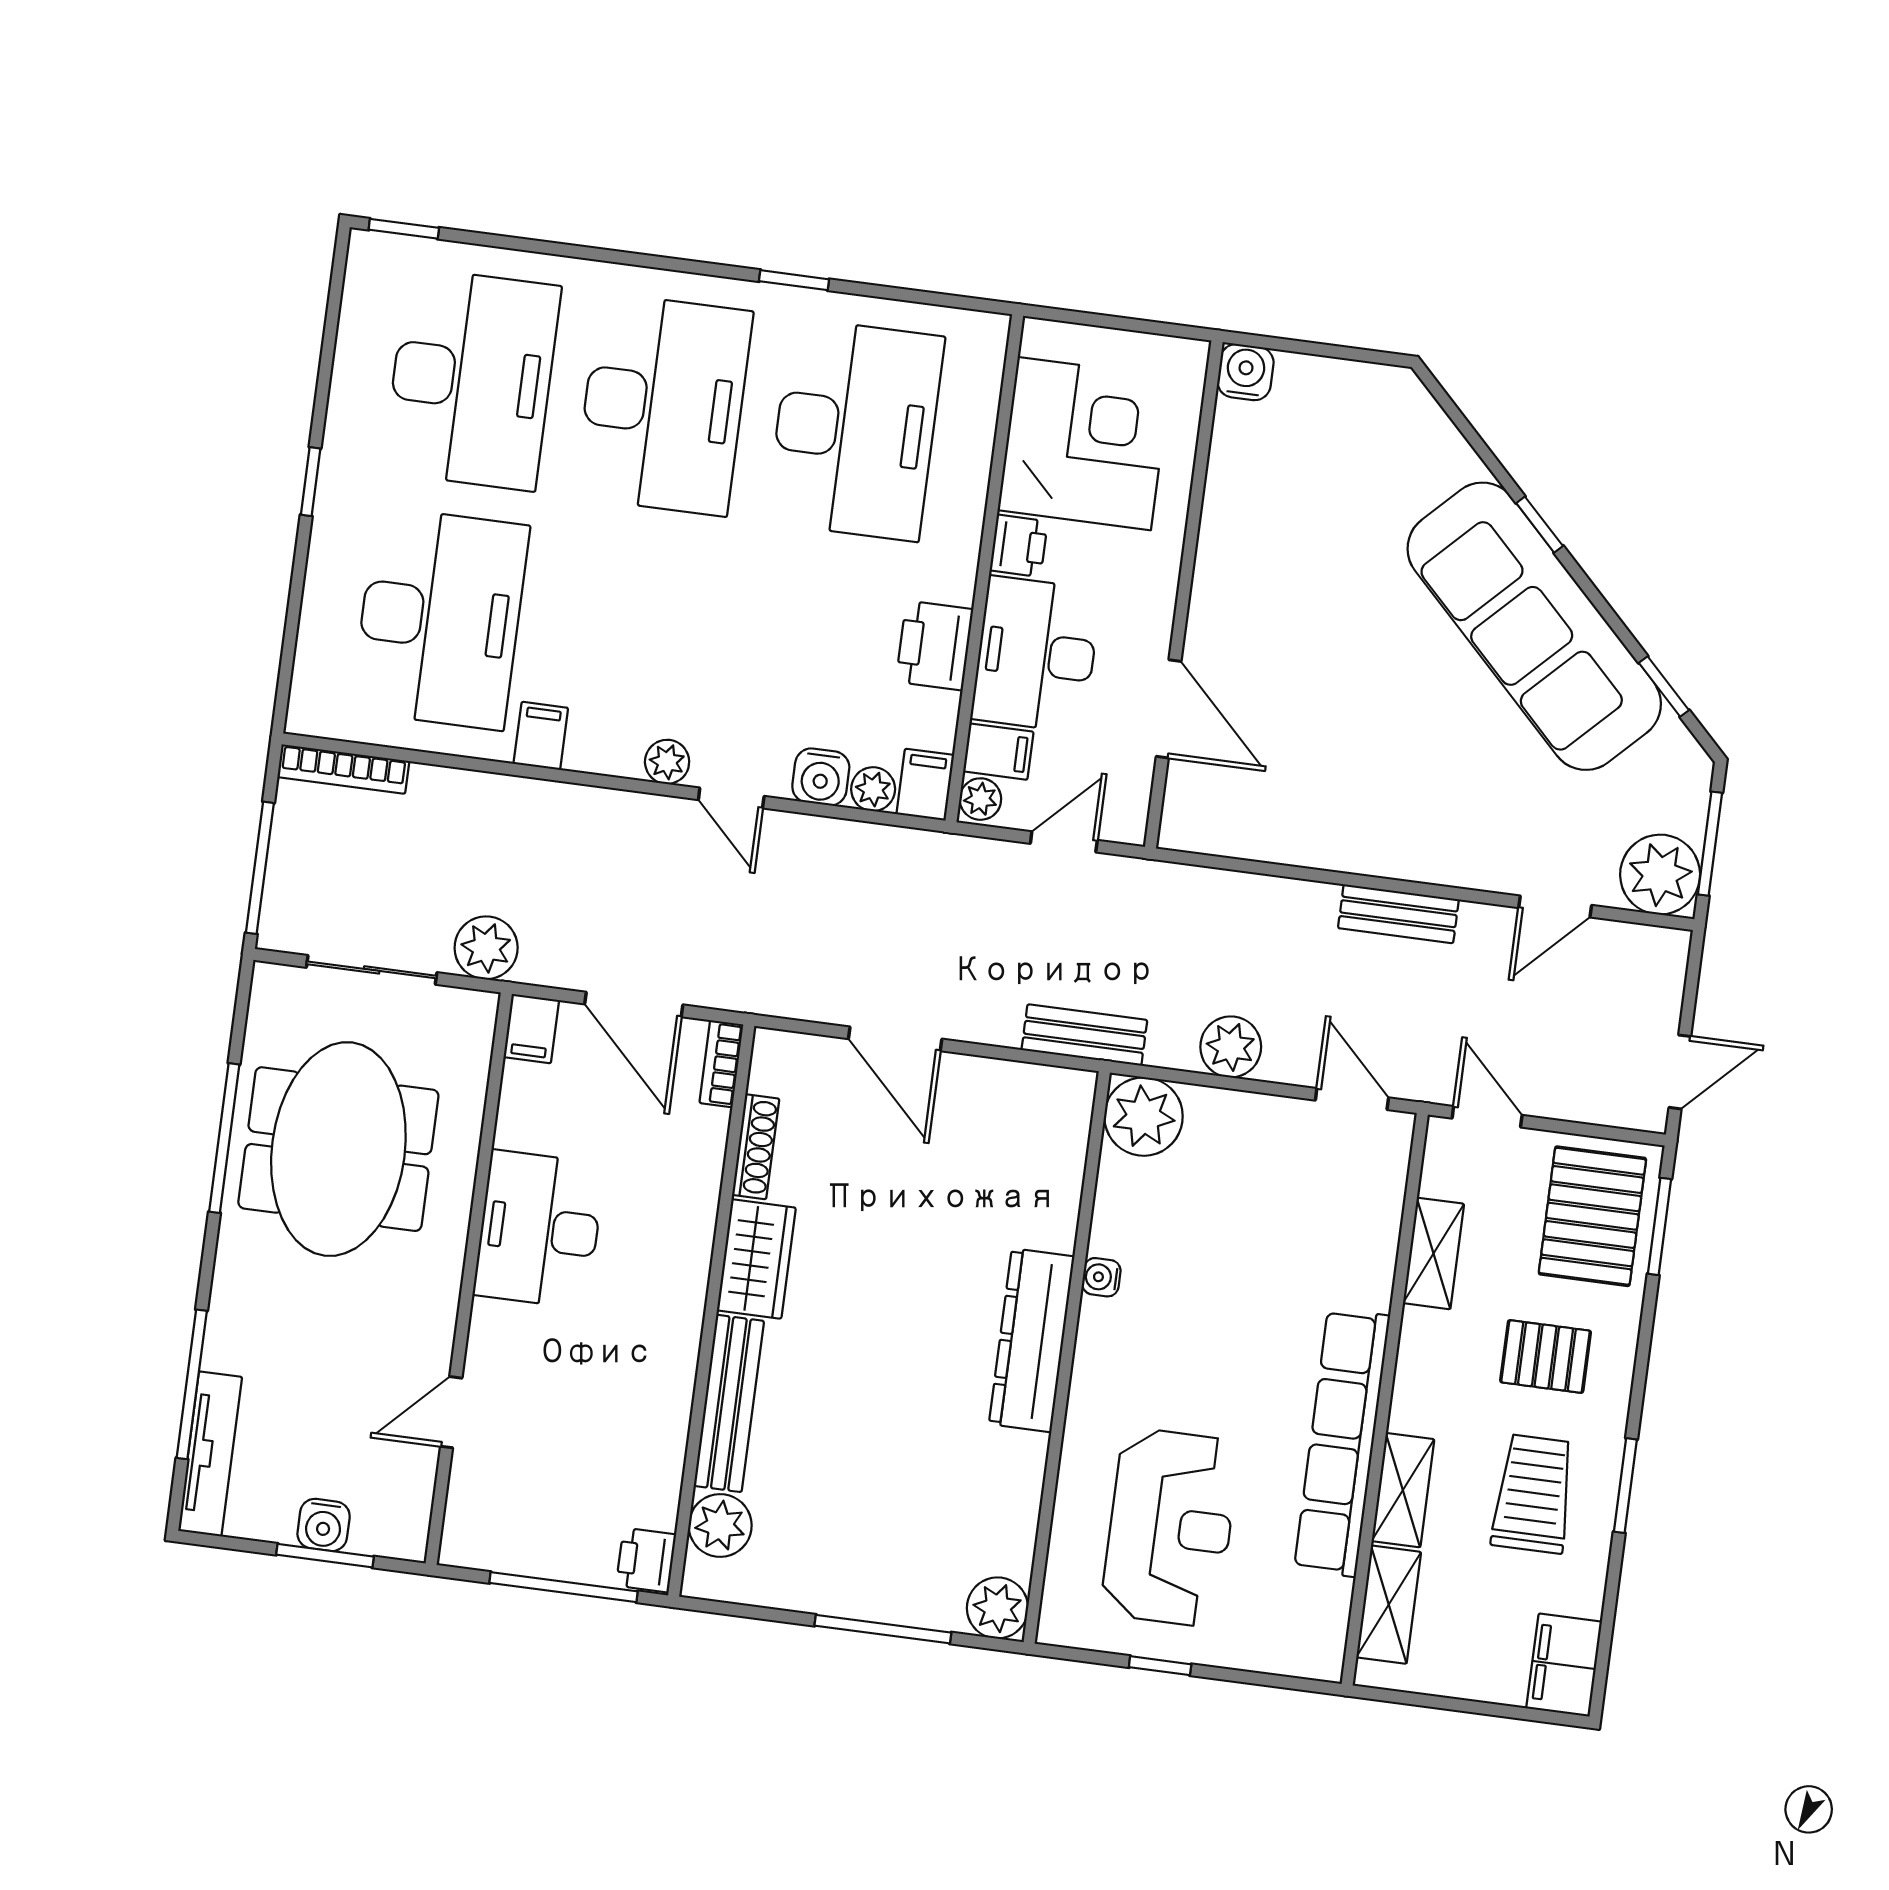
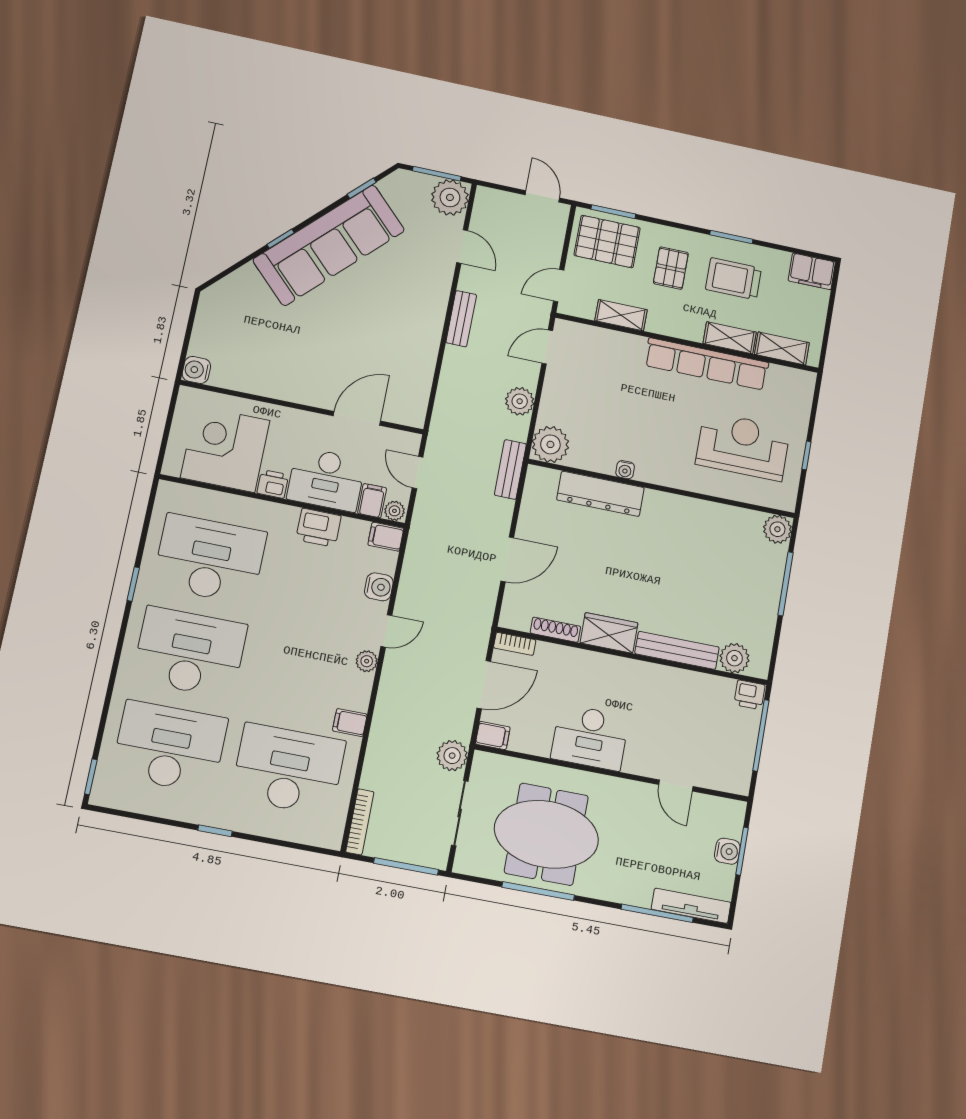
plant: (873, 789) -> (386, 562), removed
dresser: (1032, 1340) -> (600, 494), moved

